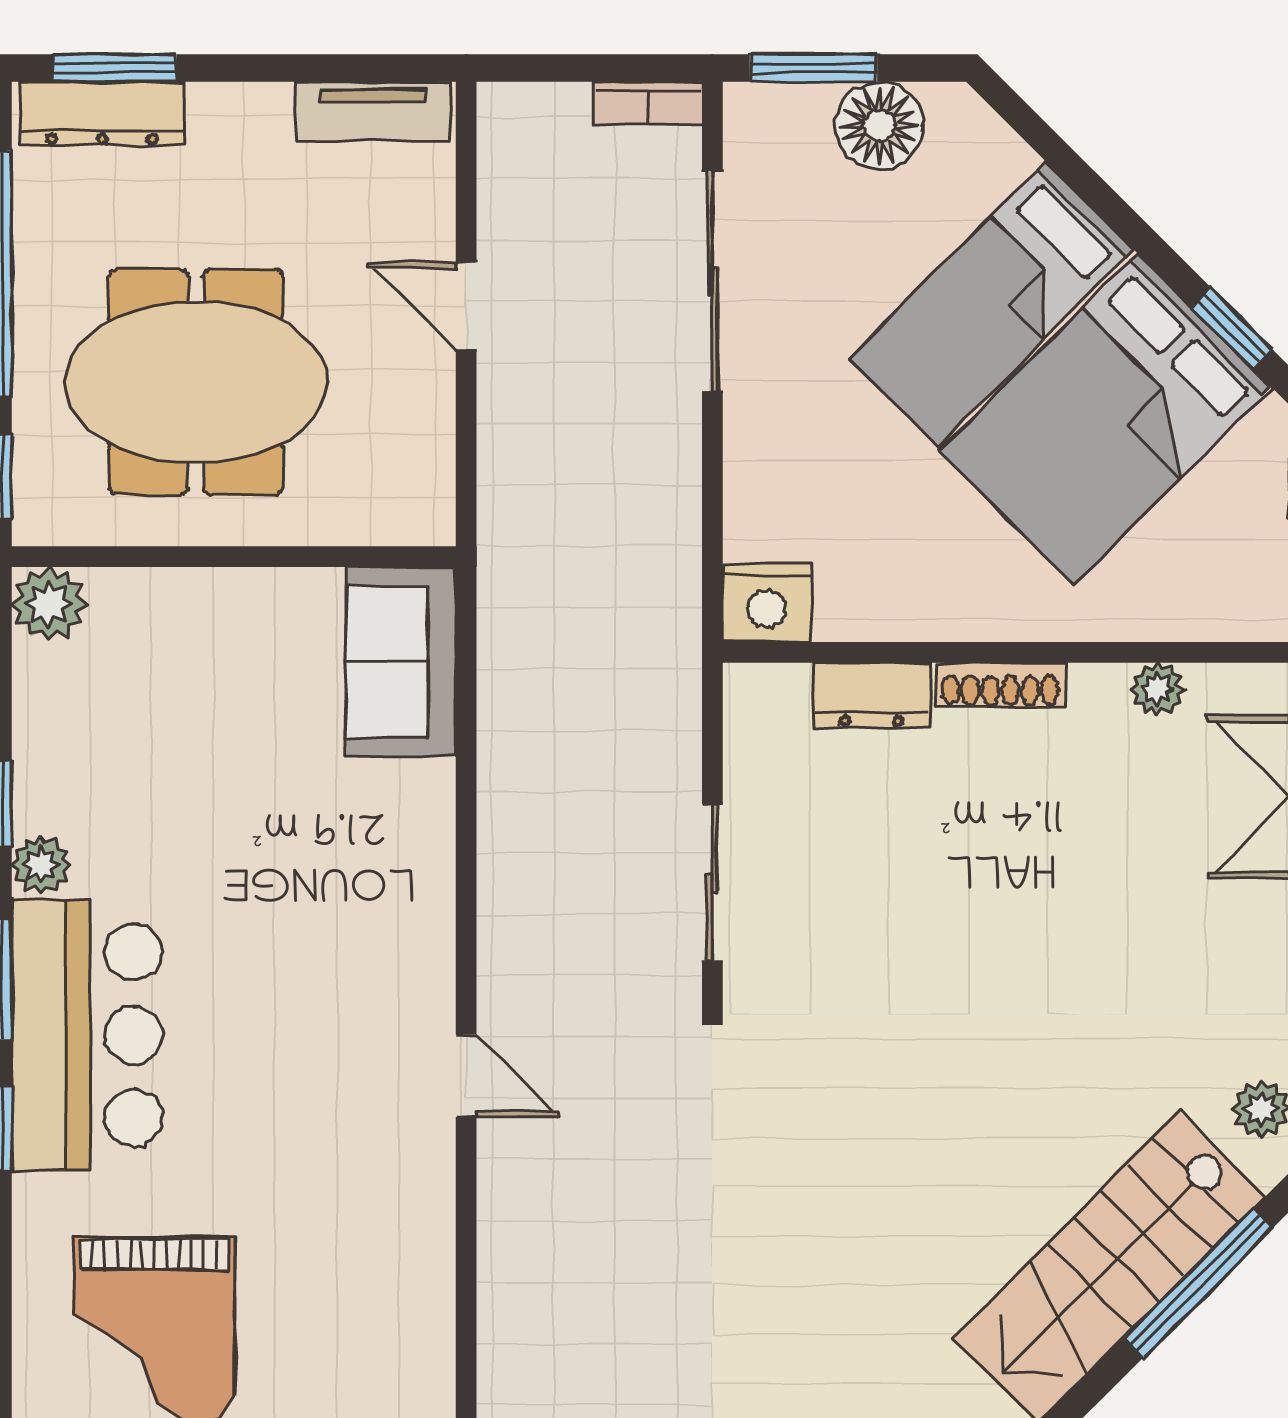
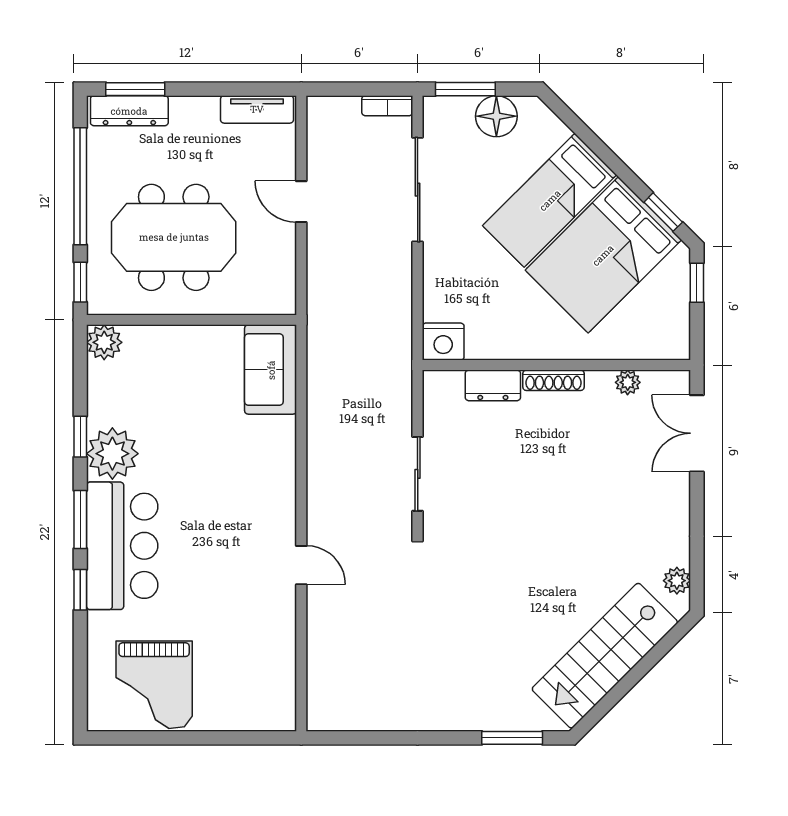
plant: (41, 865) -> (112, 454), width x1.87, depth x1.87
window: (1198, 1283) -> (647, 663), removed

